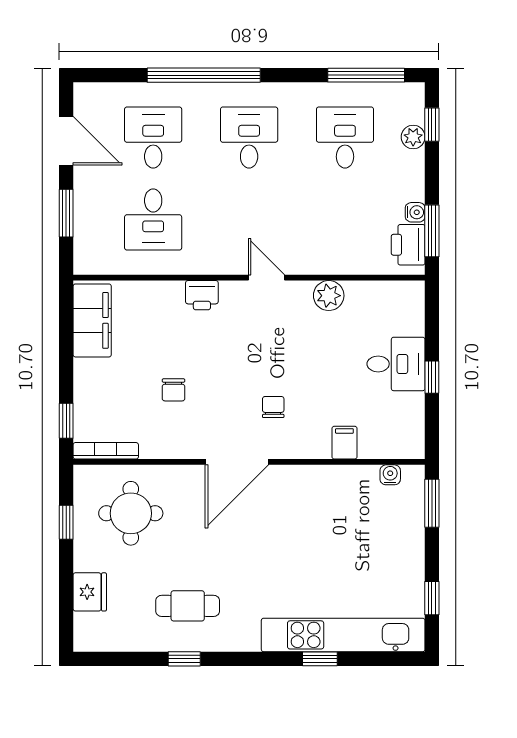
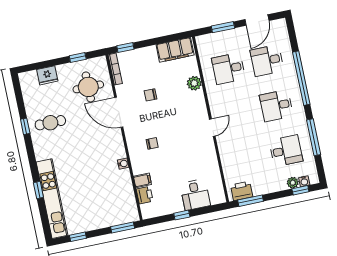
window: (366, 75) -> (314, 137), moved
desk: (153, 138) -> (267, 61), turned 180
desk: (249, 138) -> (276, 106), turned 180
water cooler: (415, 212) -> (304, 181), moved
printer: (202, 295) -> (145, 195), moved, turned 180
plant: (329, 296) -> (194, 83), moved
desk: (396, 364) -> (195, 195), moved
door: (237, 462) -> (119, 112), moved
water cooler: (390, 475) -> (123, 164), moved
cafe table: (188, 606) -> (50, 123), turned 90

